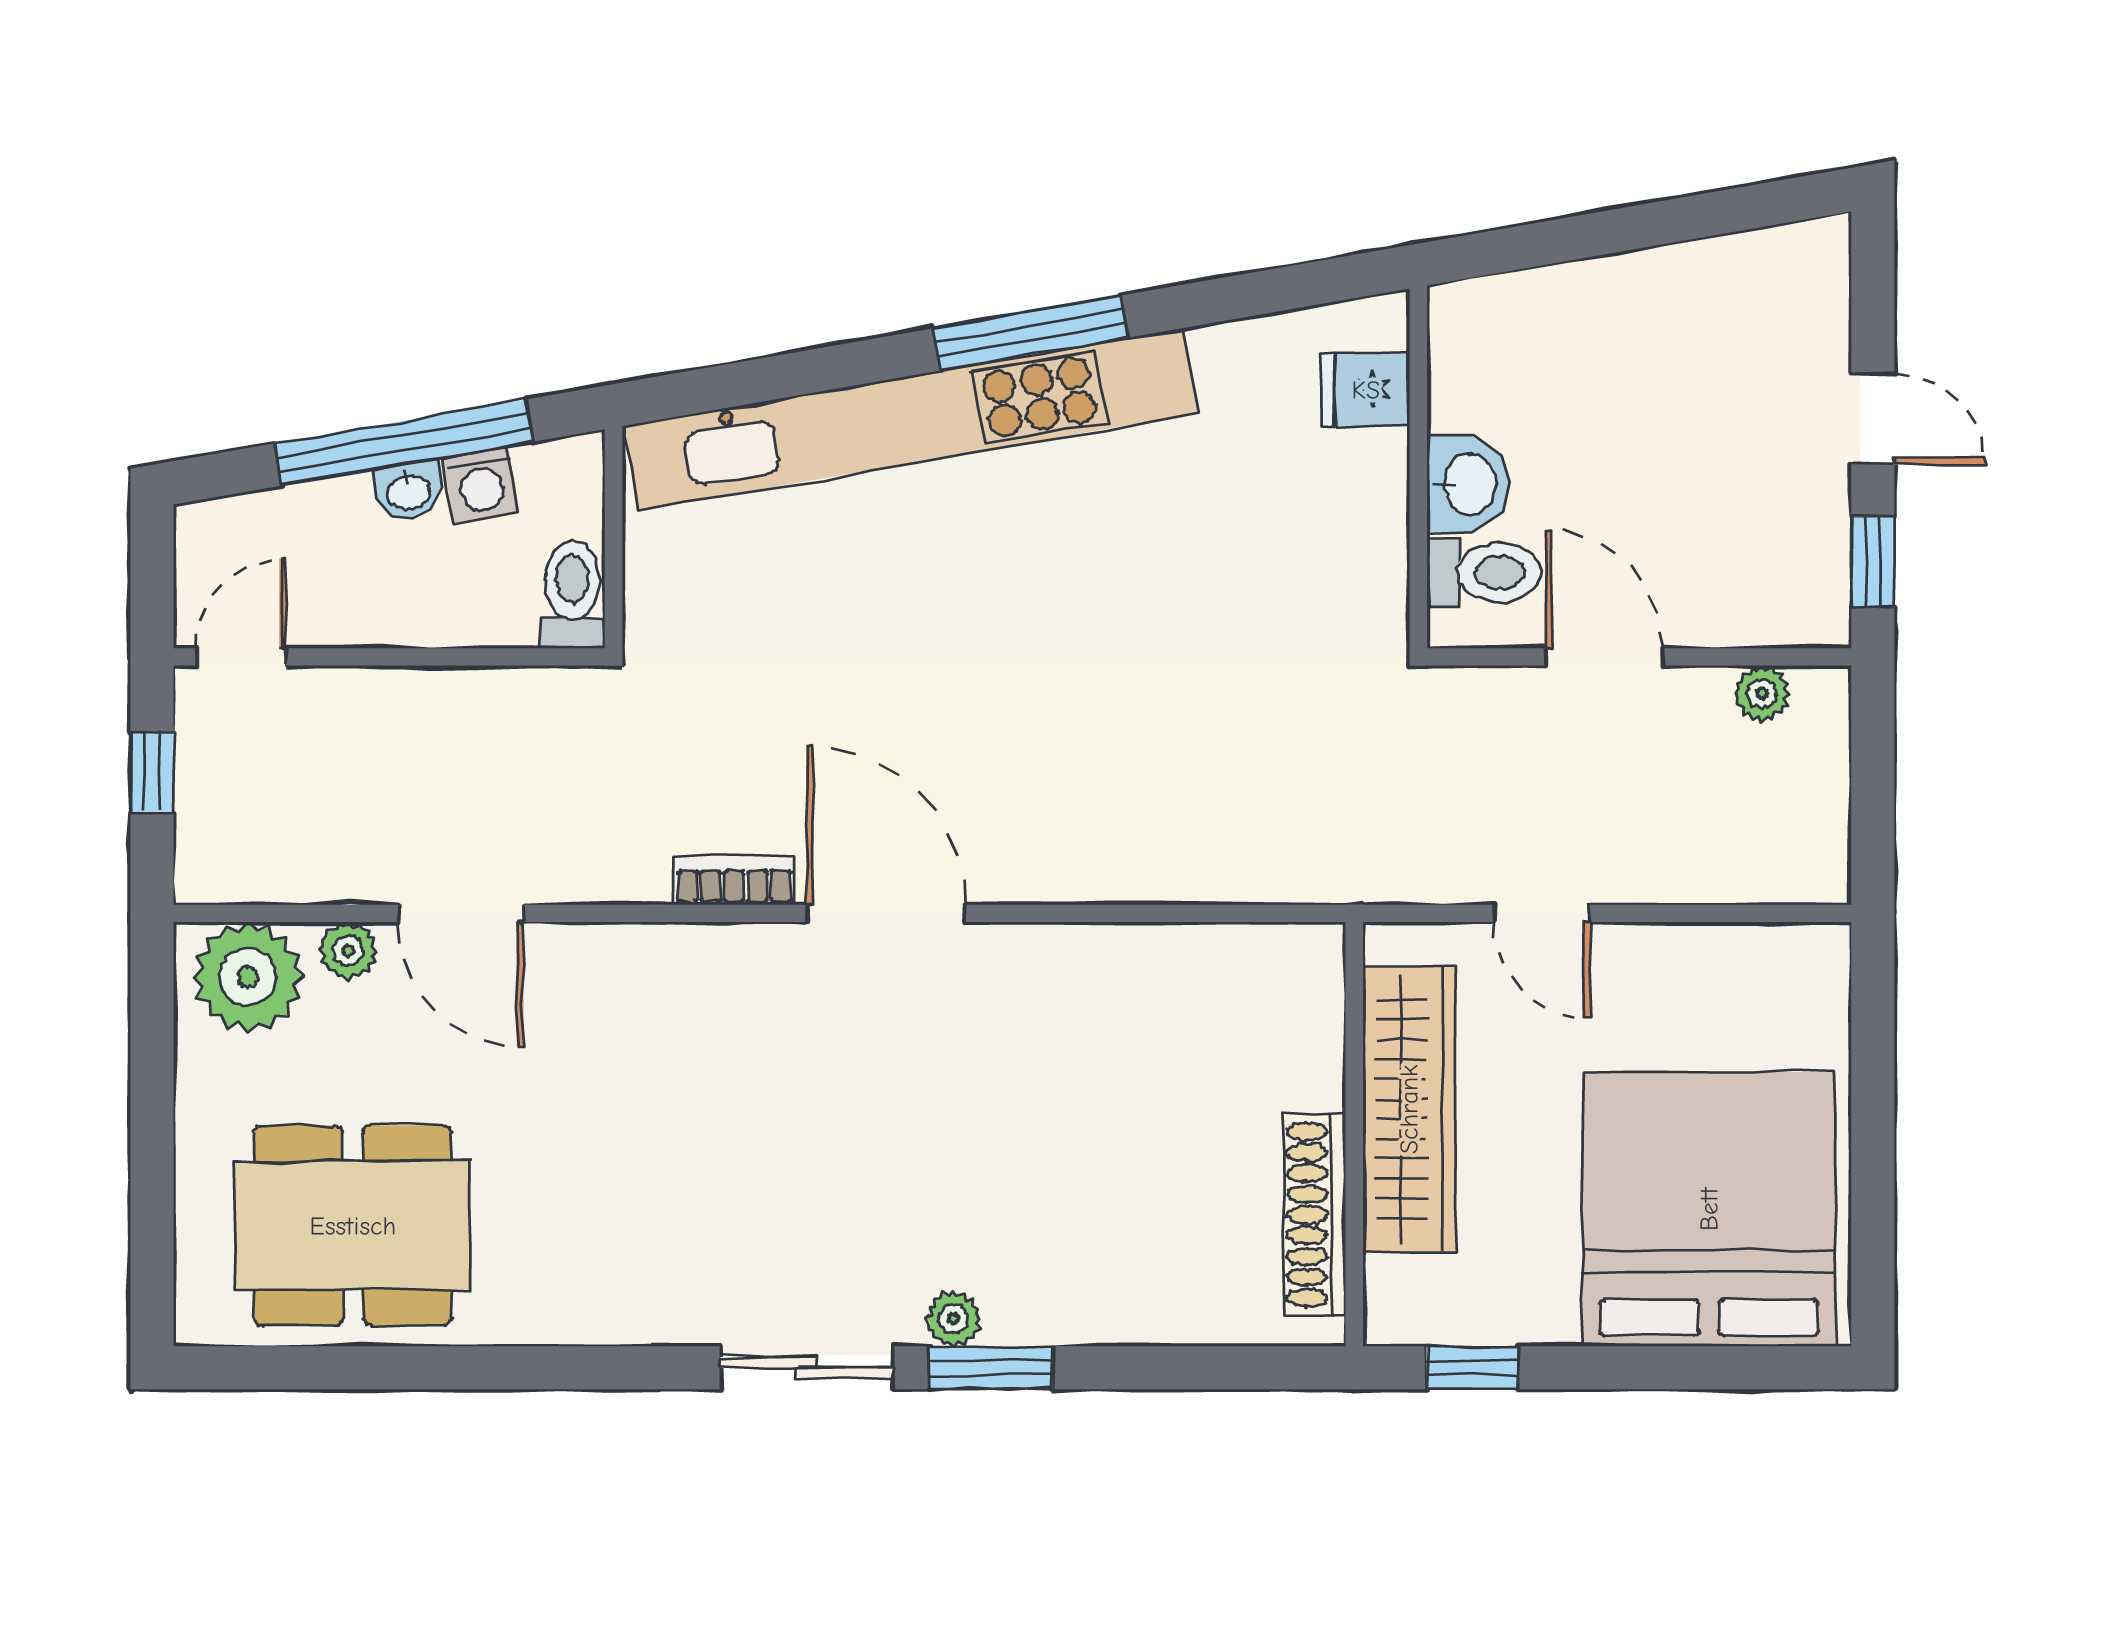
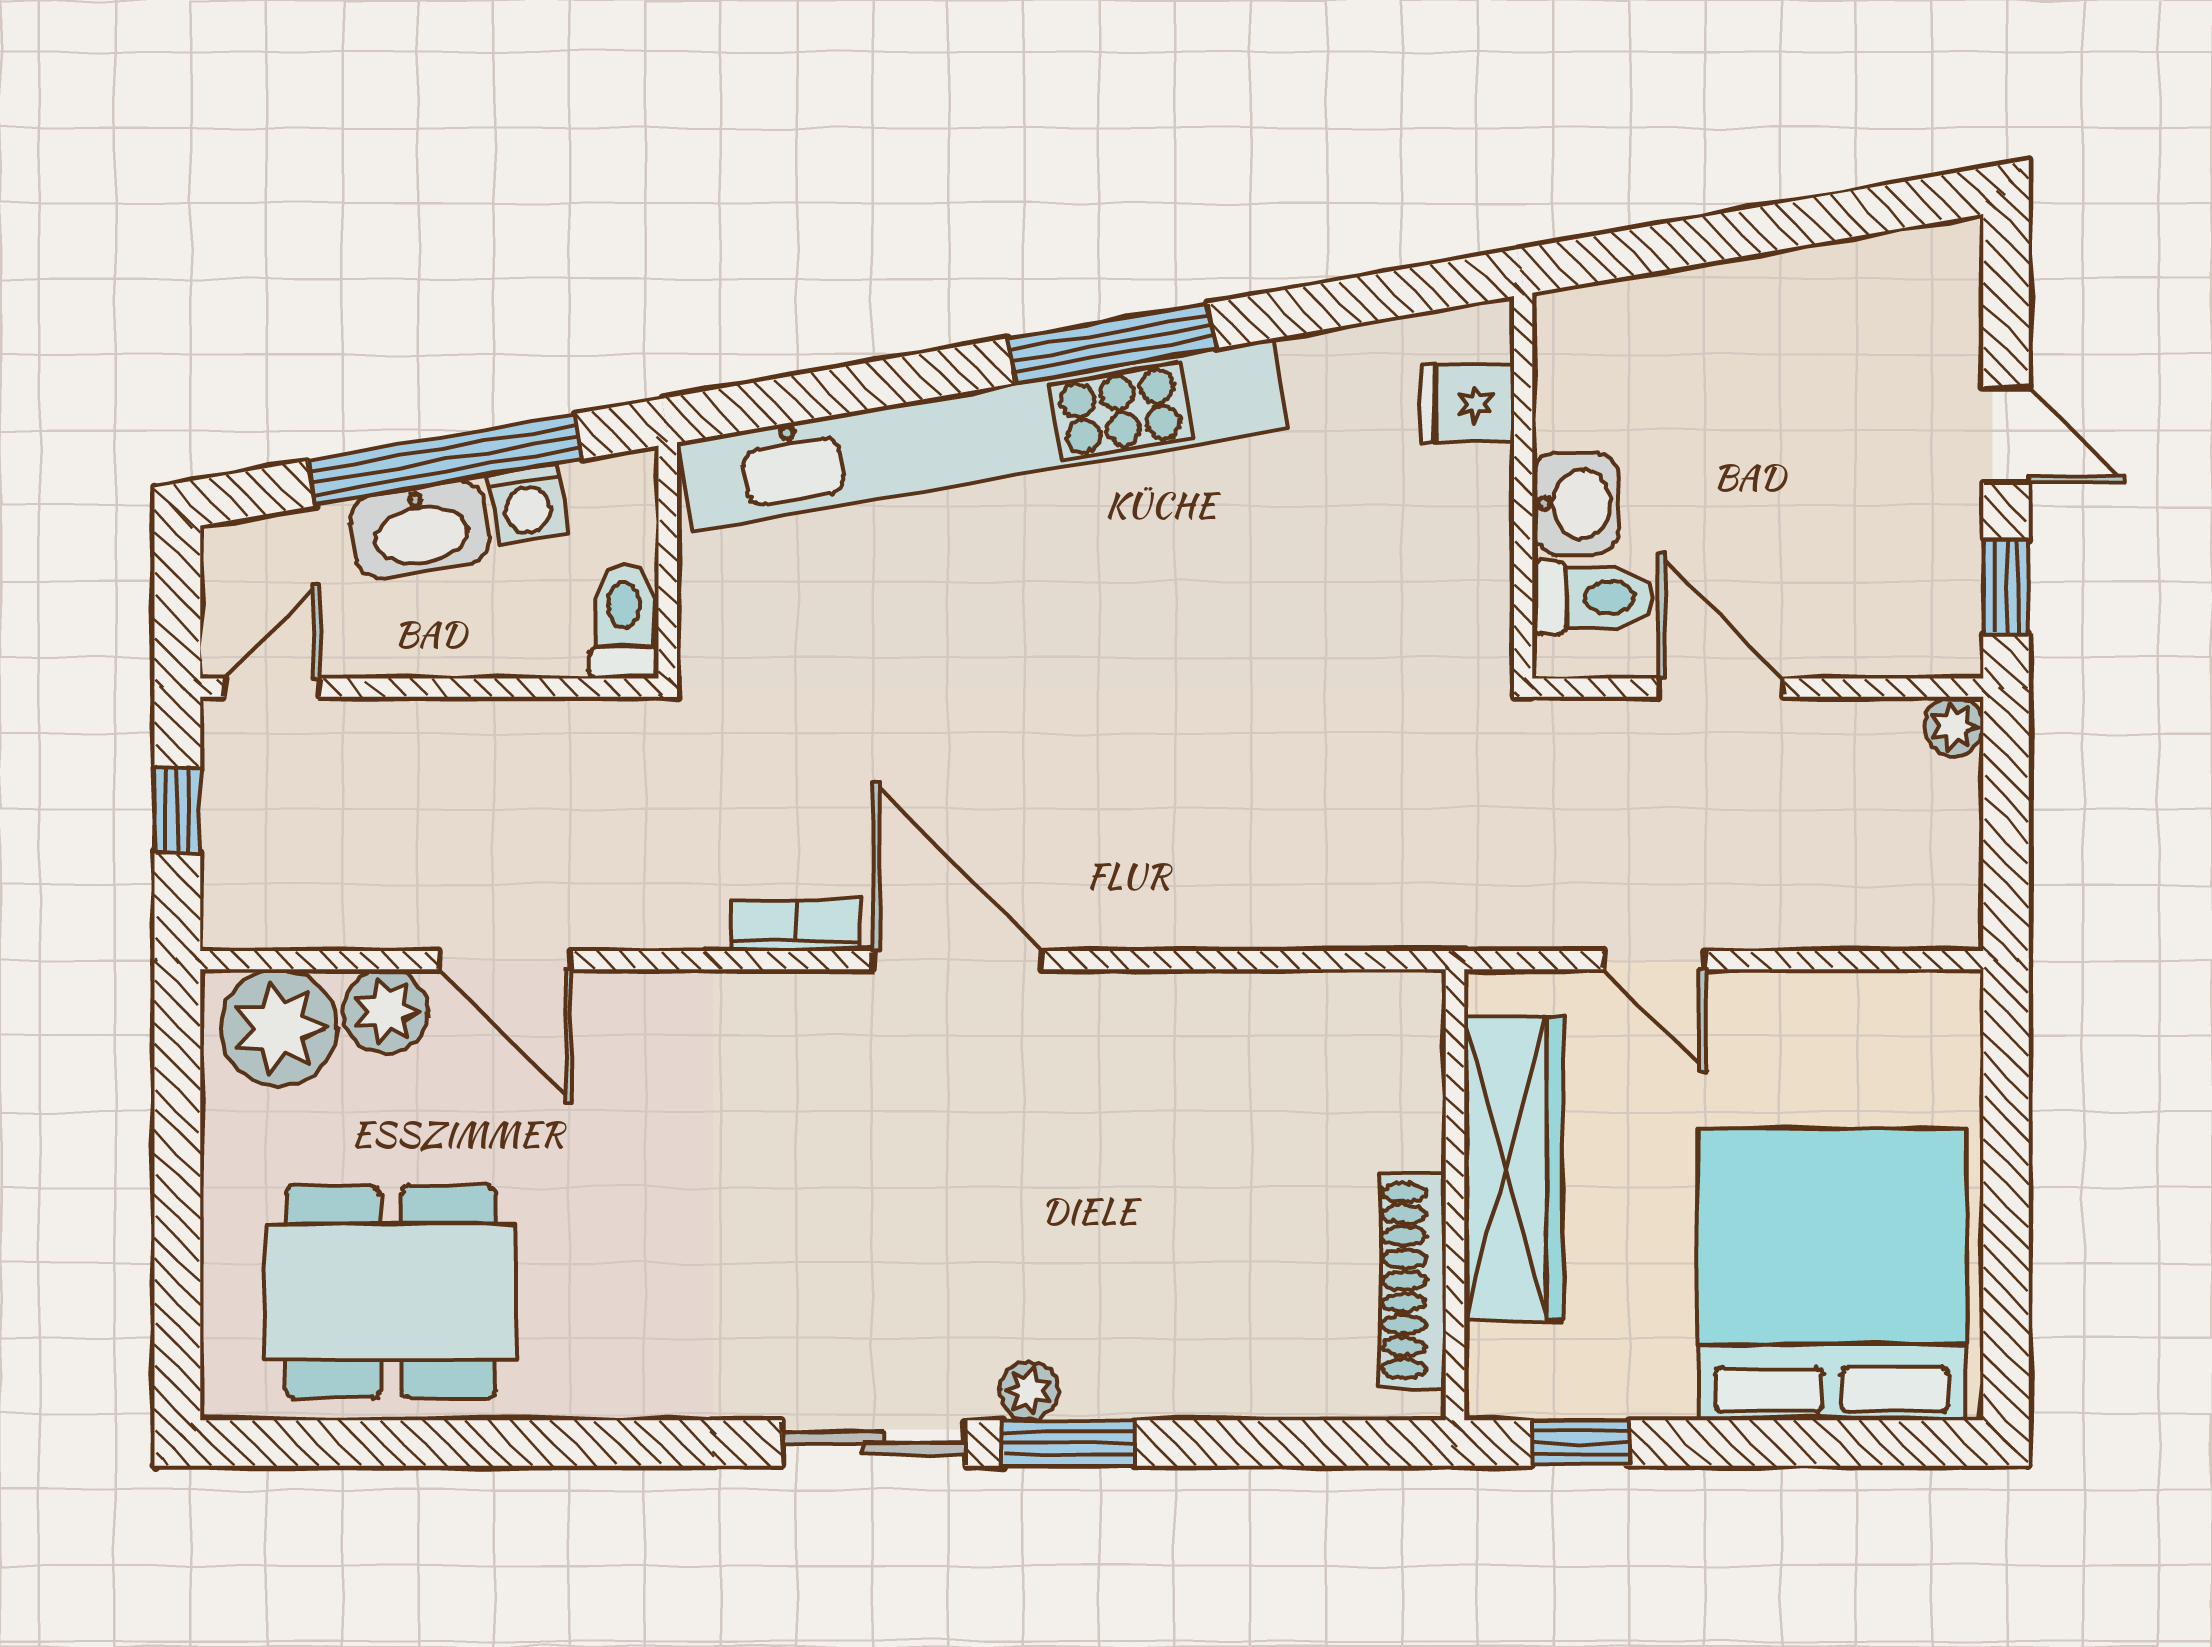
washbasin: (409, 491) -> (420, 529), width x1.91, depth x1.45
plant: (1762, 693) -> (1954, 726), moved
plant: (348, 951) -> (386, 1011), width x1.38, depth x1.38

